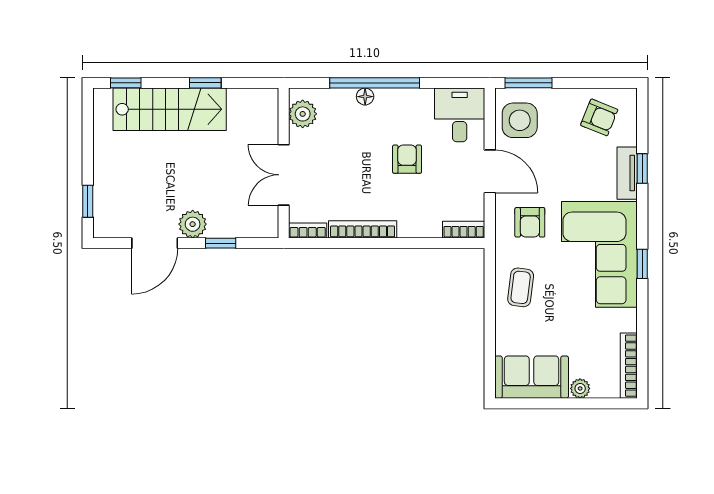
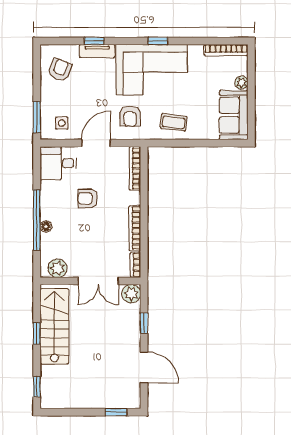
stairs: (170, 109) -> (54, 326), moved
side table: (520, 120) -> (62, 123), width x0.54, depth x0.54
armchair: (530, 222) -> (130, 116), turned 90
plant: (193, 224) -> (131, 294), moved
bookcase: (464, 230) -> (135, 168), width x1.56

